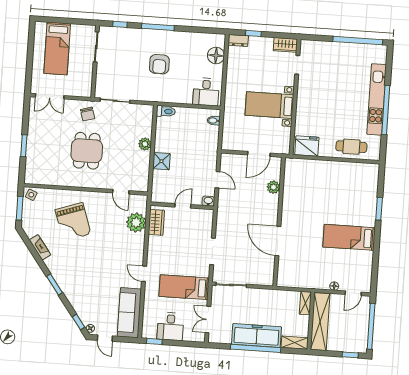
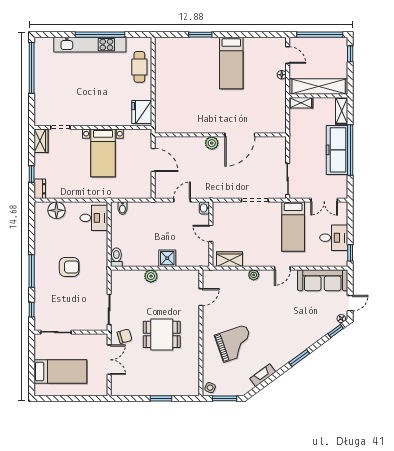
double door: (50, 96) -> (109, 360), moved
plant: (273, 187) -> (212, 143), moved
plant: (136, 223) -> (254, 275), moved, width x0.53, depth x0.53

